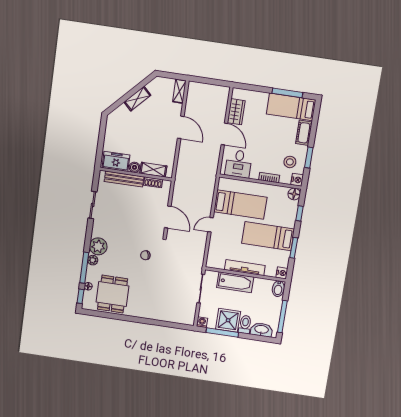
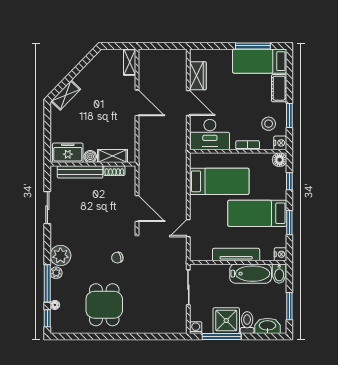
shelving: (137, 99) -> (66, 95), moved
desk: (239, 164) -> (210, 135), width x1.37
door: (211, 225) -> (188, 228), moved
bathtub: (235, 282) -> (251, 274), moved
dining table: (112, 294) -> (104, 305), moved
window: (282, 316) -> (289, 306), width x0.69

